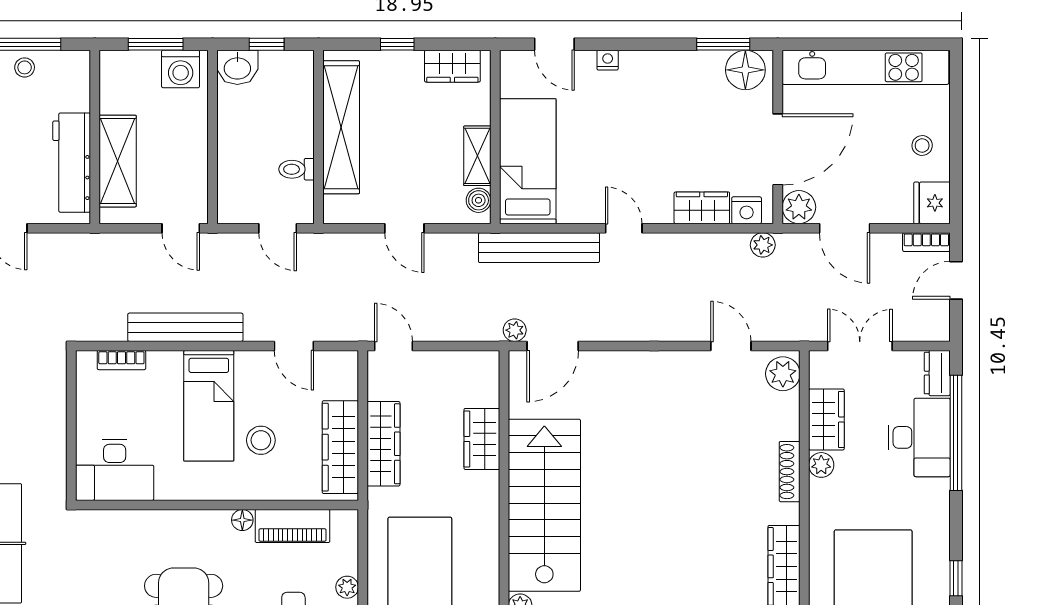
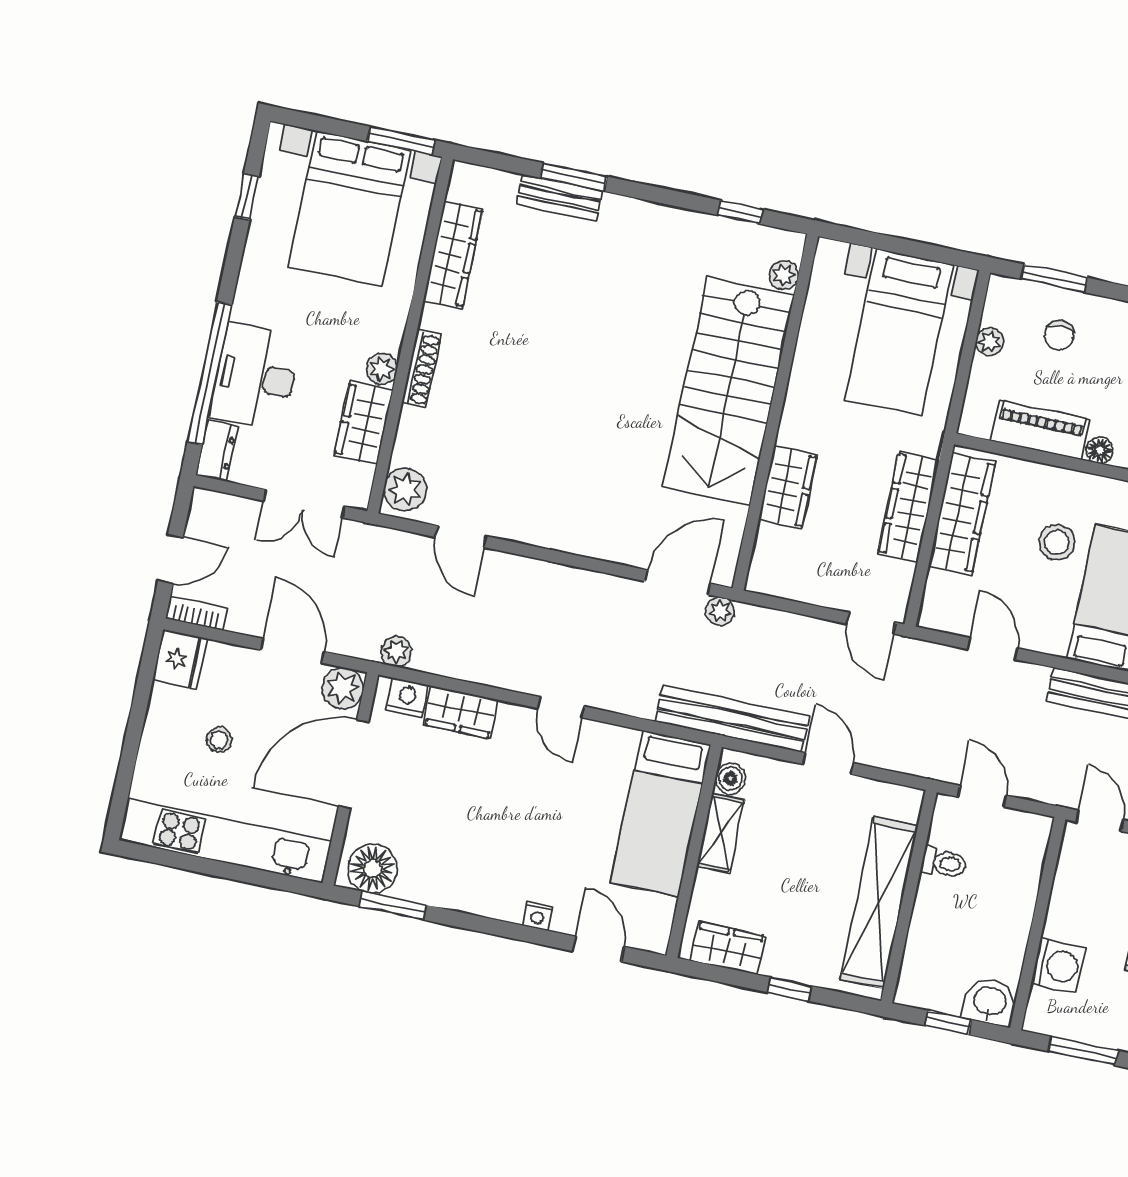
washing machine: (181, 69) -> (1059, 966), moved, turned 90
stool: (922, 146) -> (219, 740), moved
bench: (539, 248) -> (732, 719), moved

